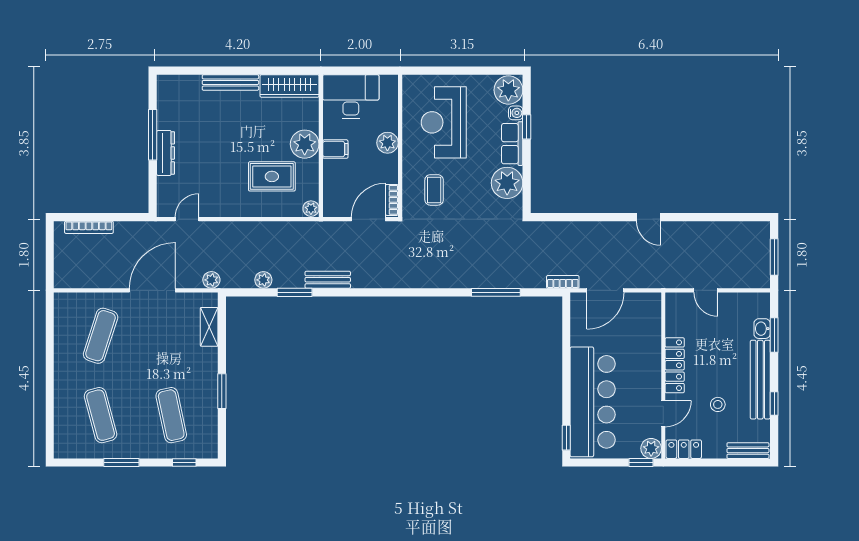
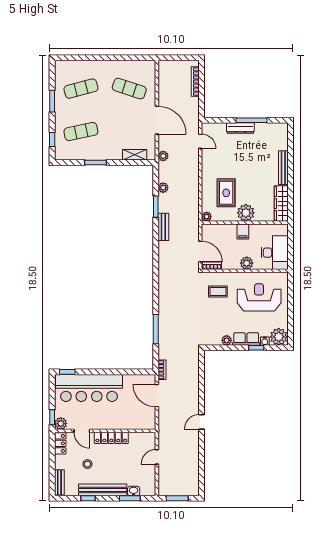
desk: (351, 97) -> (275, 253), moved
plant: (507, 183) -> (227, 340), width x0.53, depth x0.53

